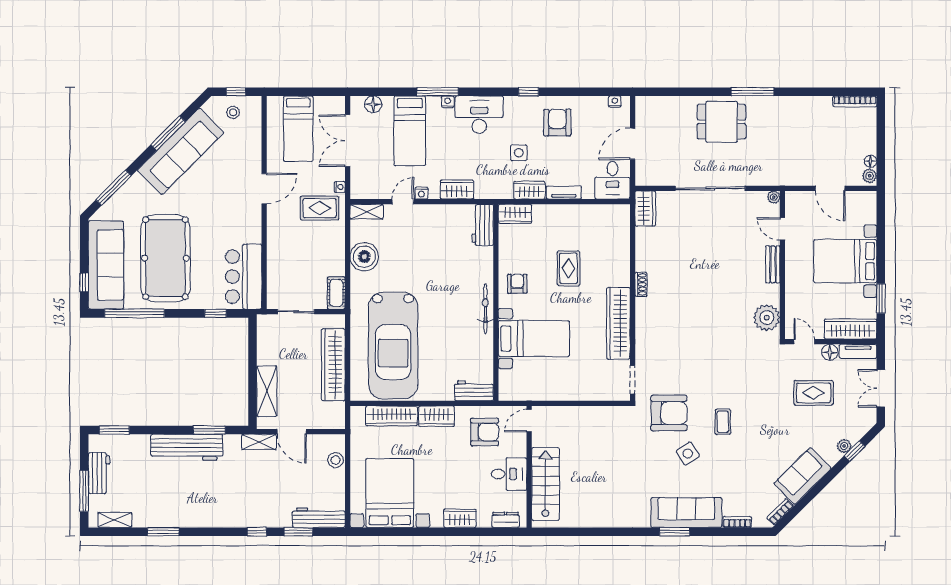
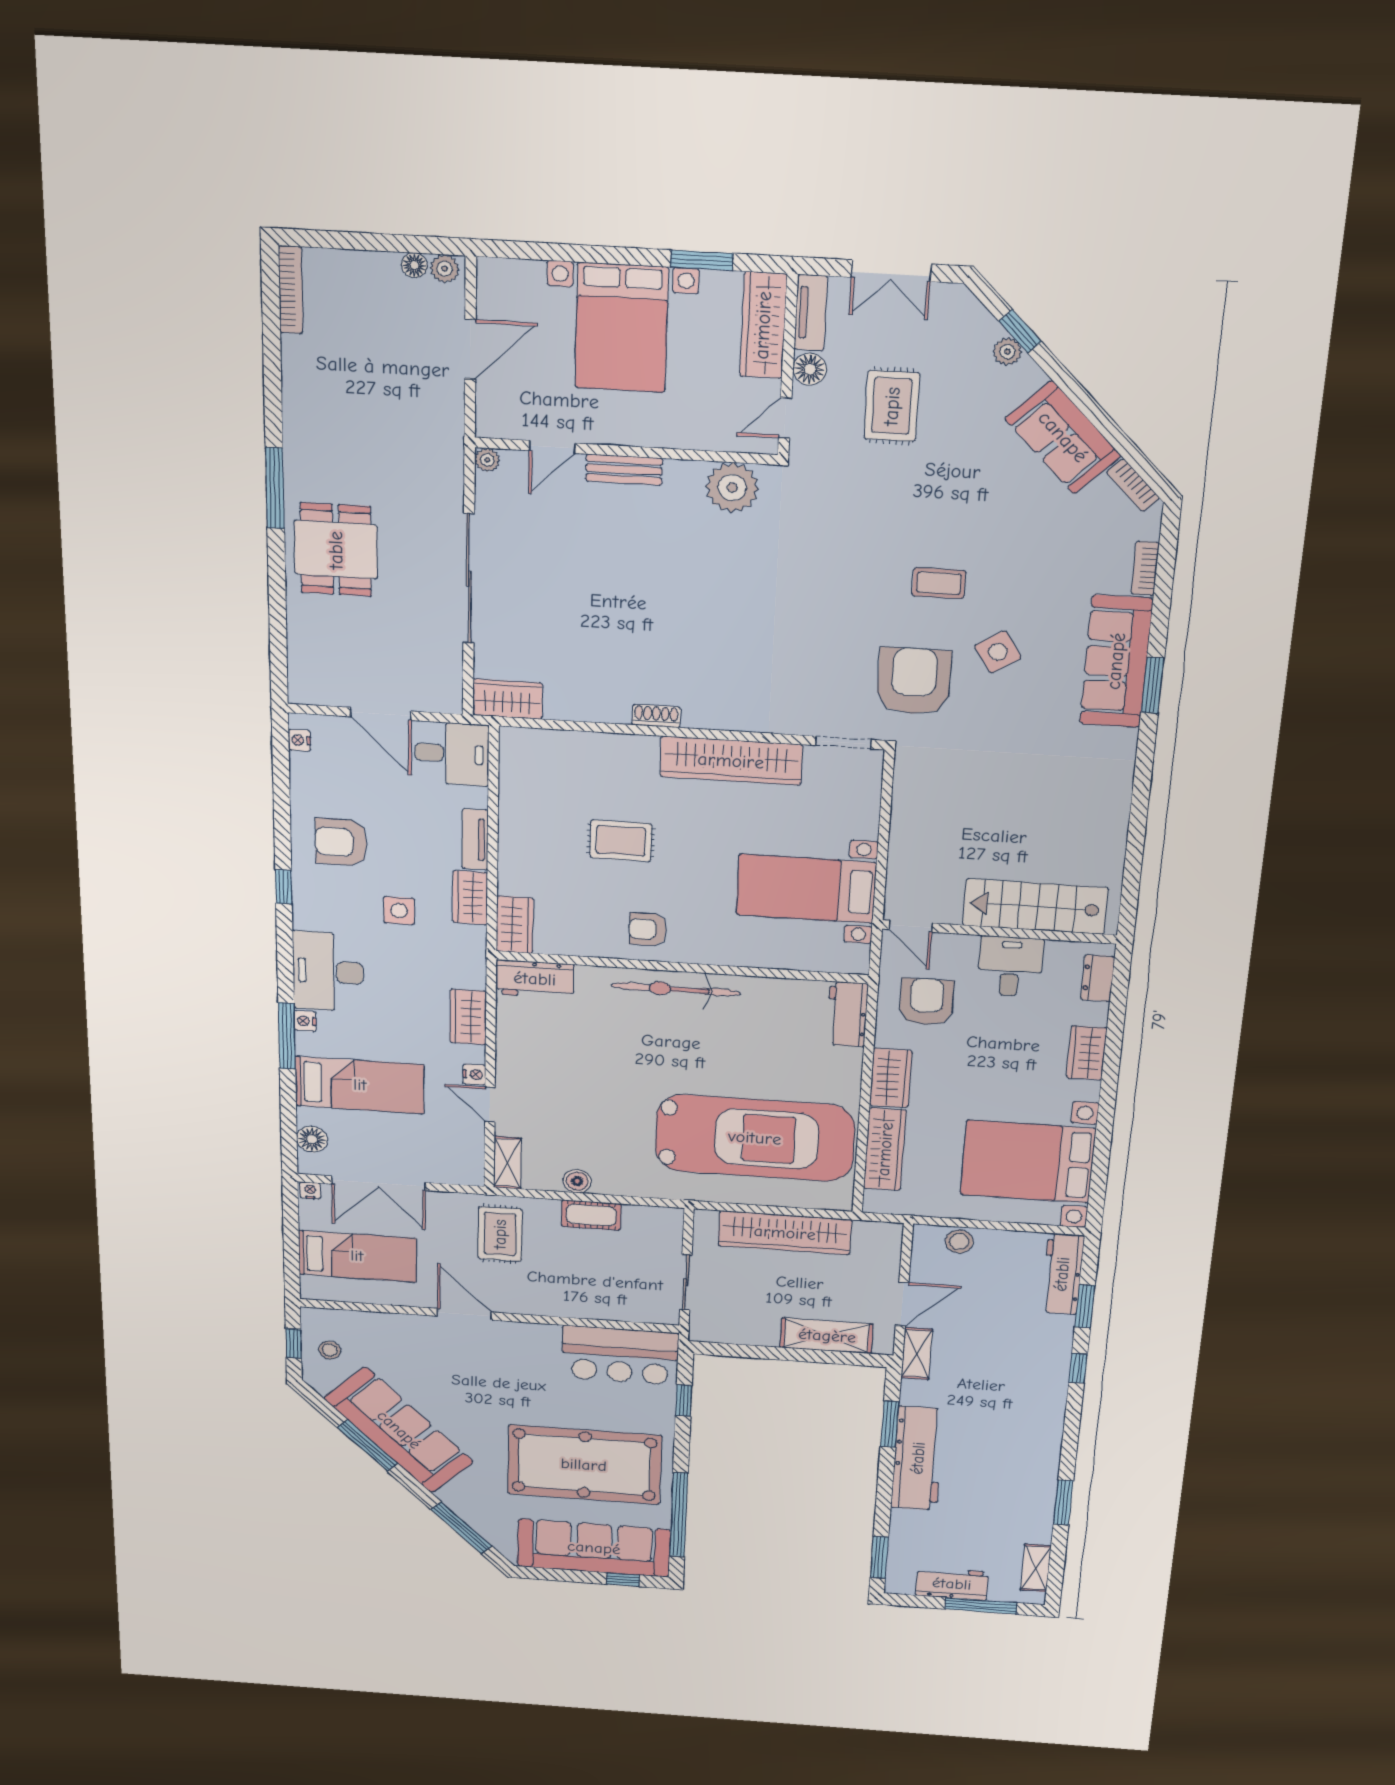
nightstand: (340, 187) -> (310, 1191), moved
boiler: (364, 257) -> (577, 1181), width x0.54, depth x0.54
cot: (336, 293) -> (591, 1215), moved
bicycle: (485, 309) -> (676, 989), width x1.37, depth x1.40
bed with nightstands: (534, 339) -> (806, 889), moved, turned -90

